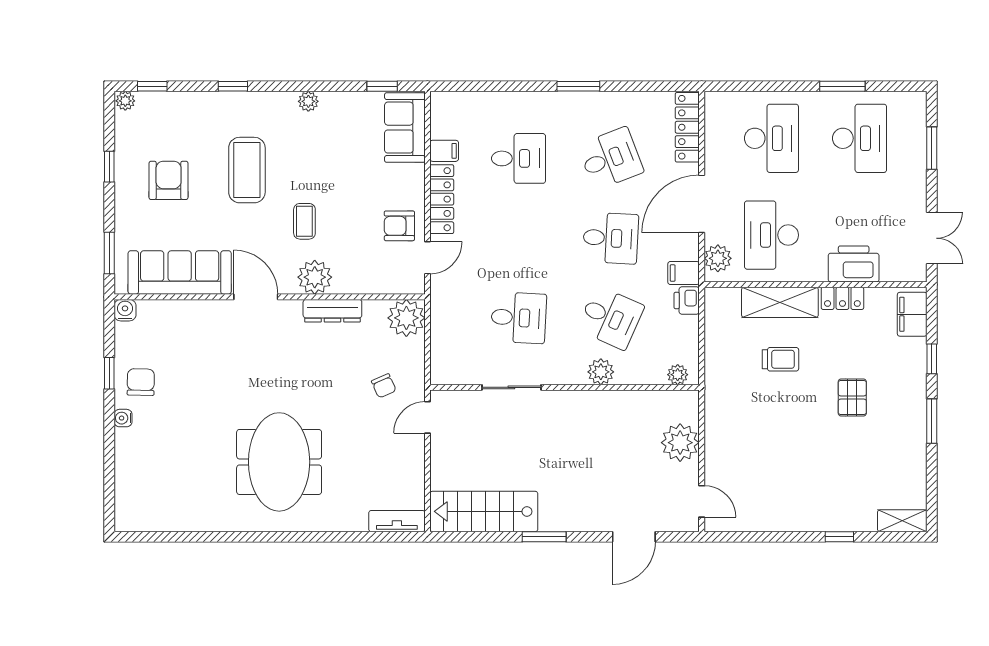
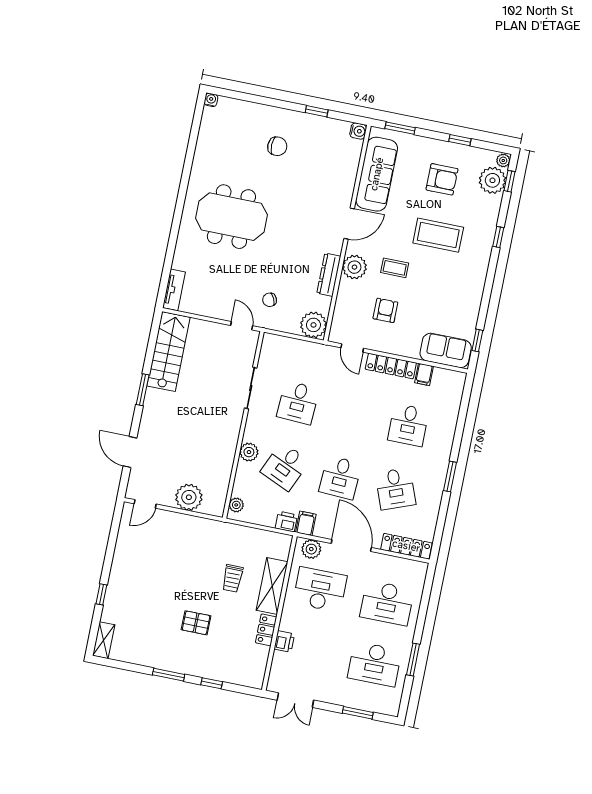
plant: (308, 101) -> (492, 180), moved, width x1.87, depth x1.87
armchair: (399, 226) -> (385, 310), moved
printer: (854, 264) -> (284, 642), width x0.53, depth x0.68
filing cabinet: (912, 314) -> (245, 676), removed
chair: (141, 382) -> (277, 146), moved
water cooler: (123, 418) -> (211, 100), moved

